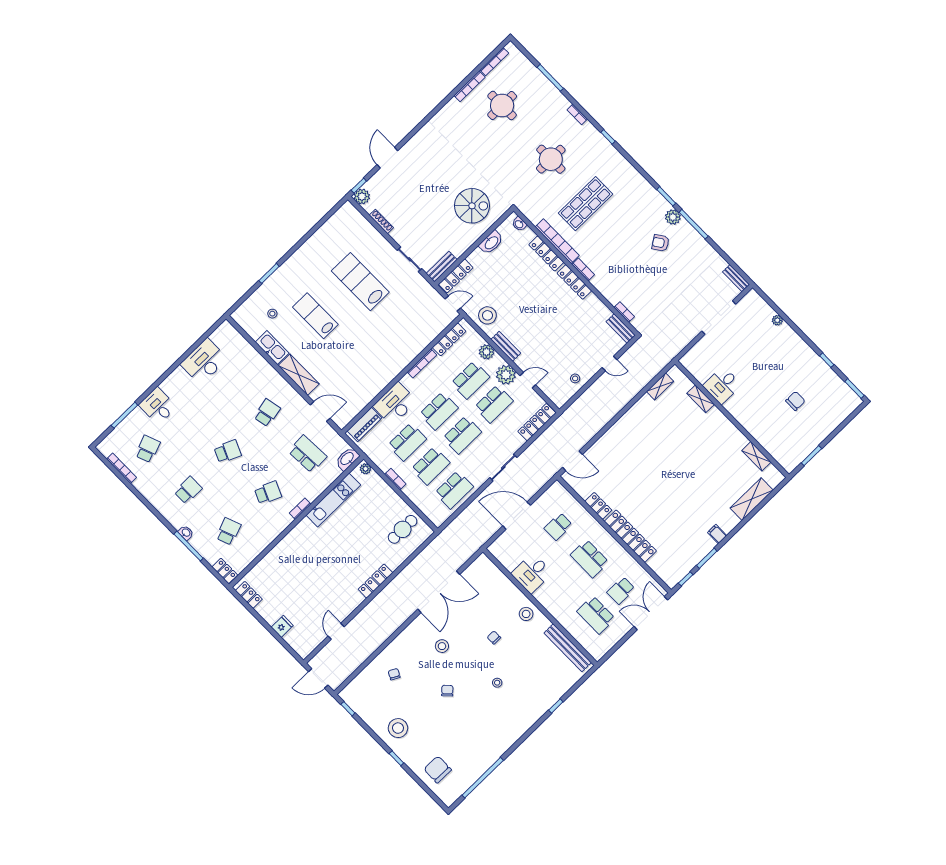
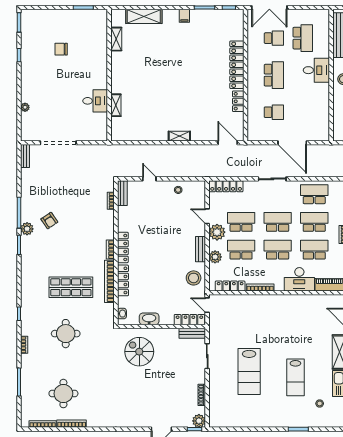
shelving: (660, 386) -> (179, 136), moved
desk: (532, 573) -> (316, 70), moved

